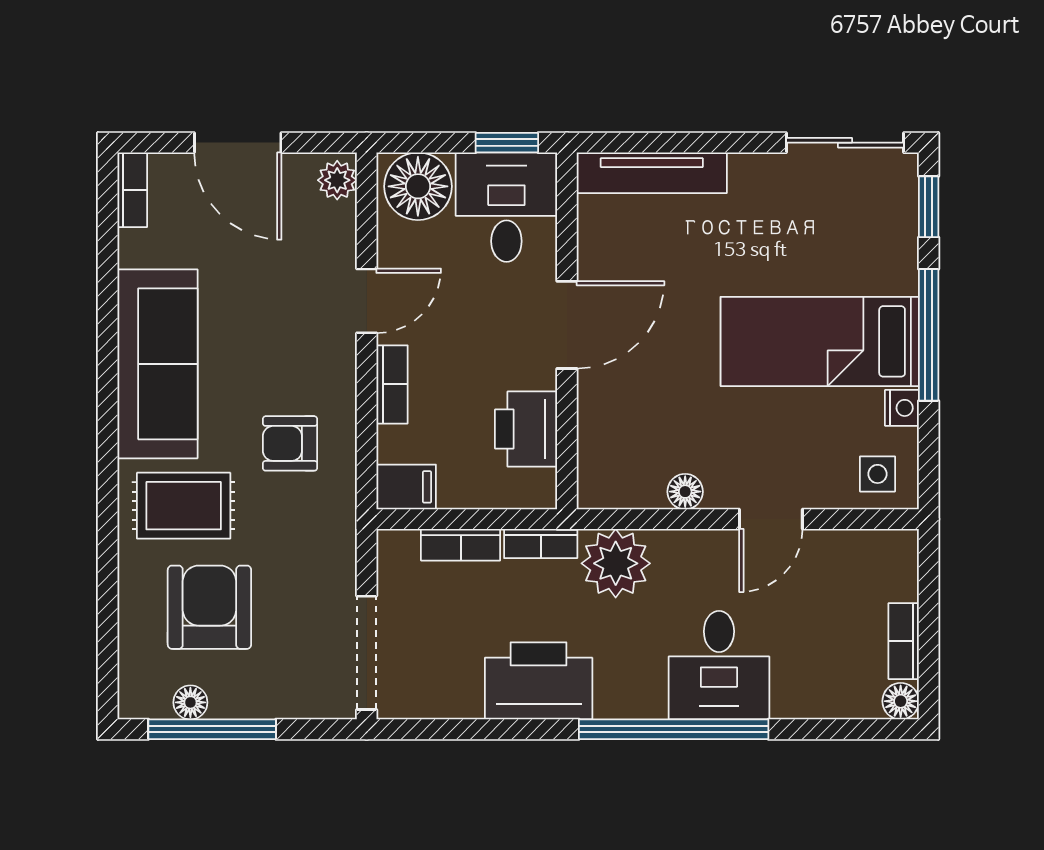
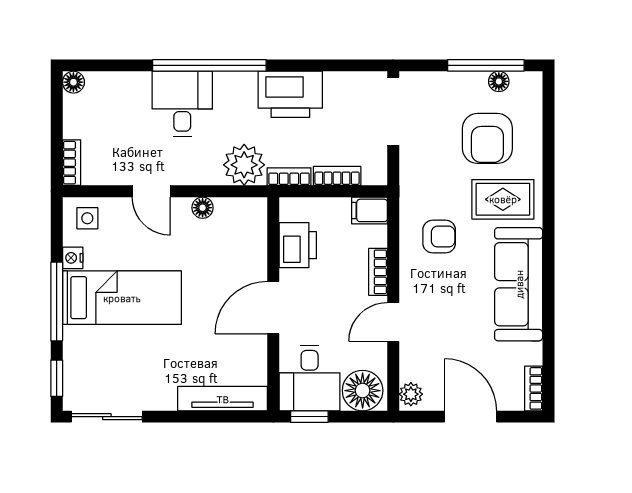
door: (771, 519) -> (151, 191), swing flipped
bookcase: (904, 641) -> (72, 163), moved

